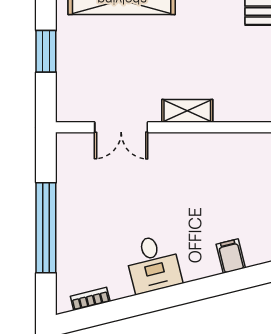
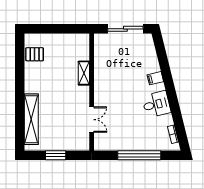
shelving: (187, 111) -> (84, 73), moved
filing cabinet: (231, 256) -> (155, 78), moved

